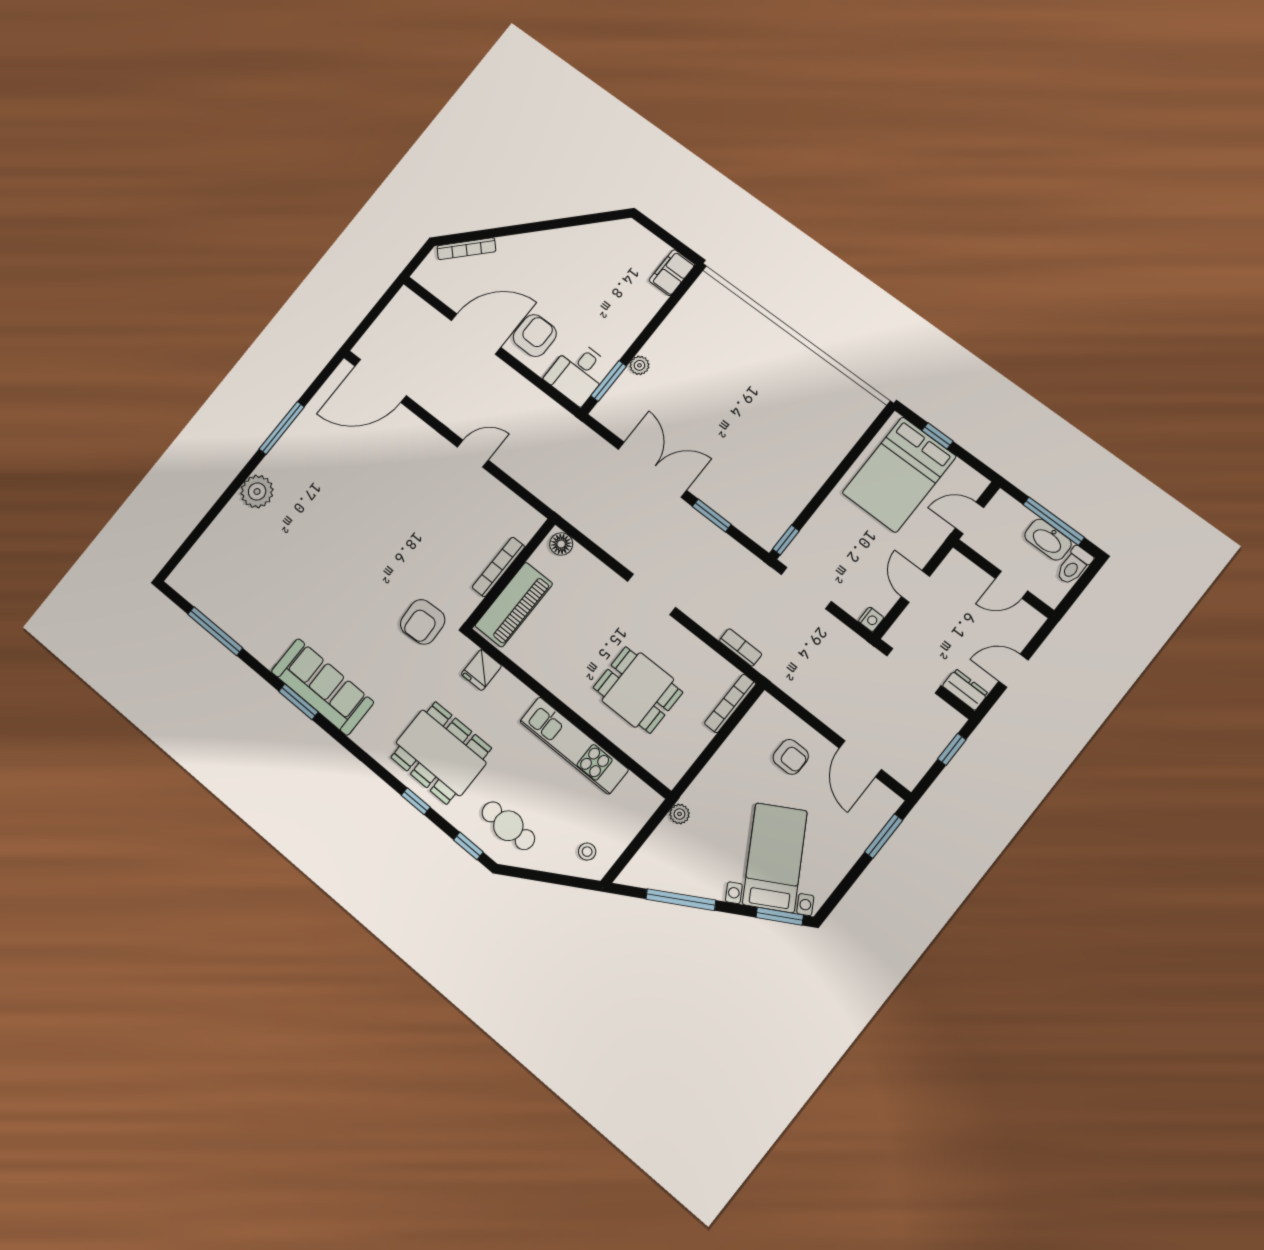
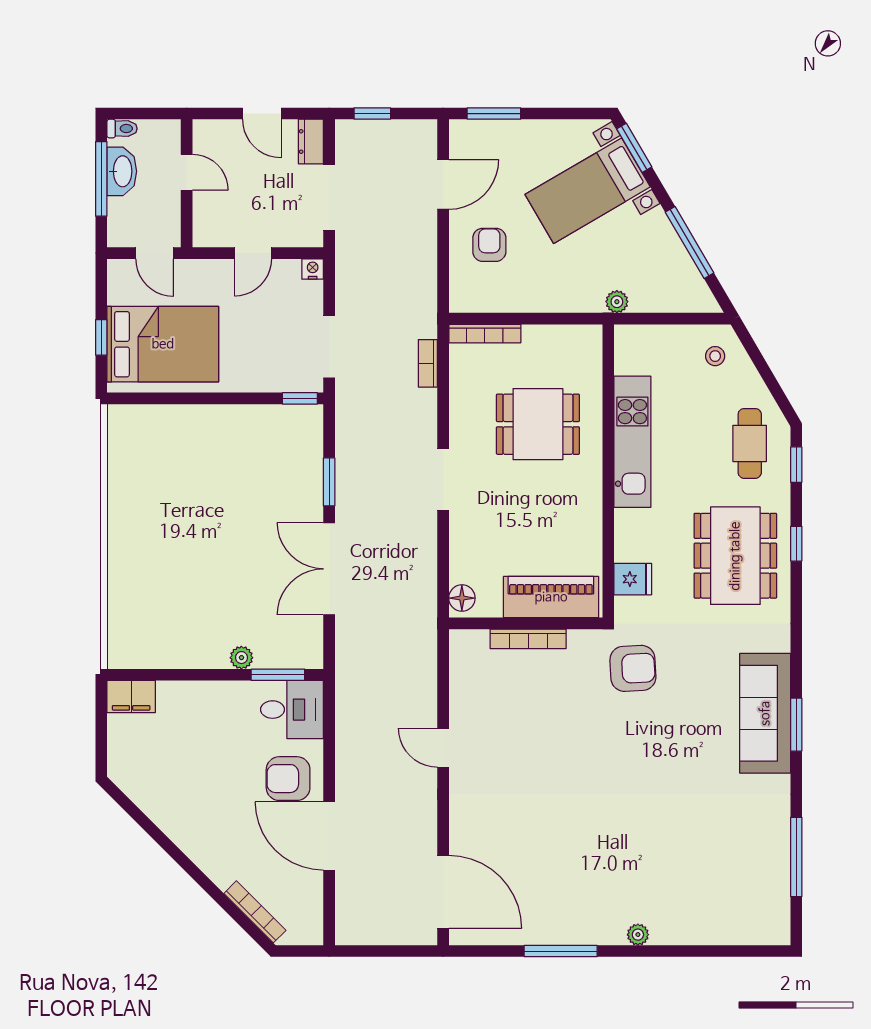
plant: (257, 492) -> (638, 935), width x0.53, depth x0.53
toilet: (1074, 566) -> (122, 129), width x0.73, depth x0.72
dining table: (638, 690) -> (538, 424), turned 90

